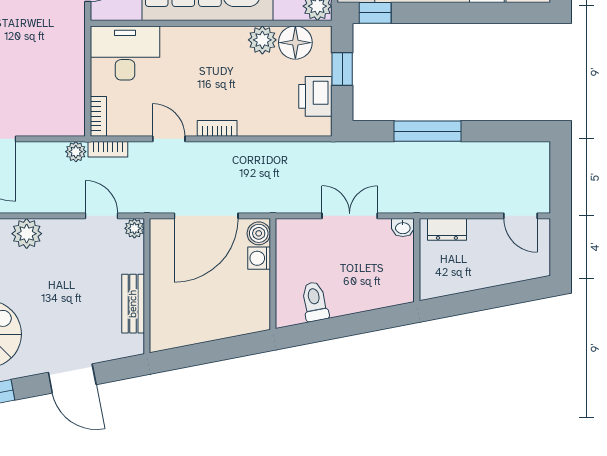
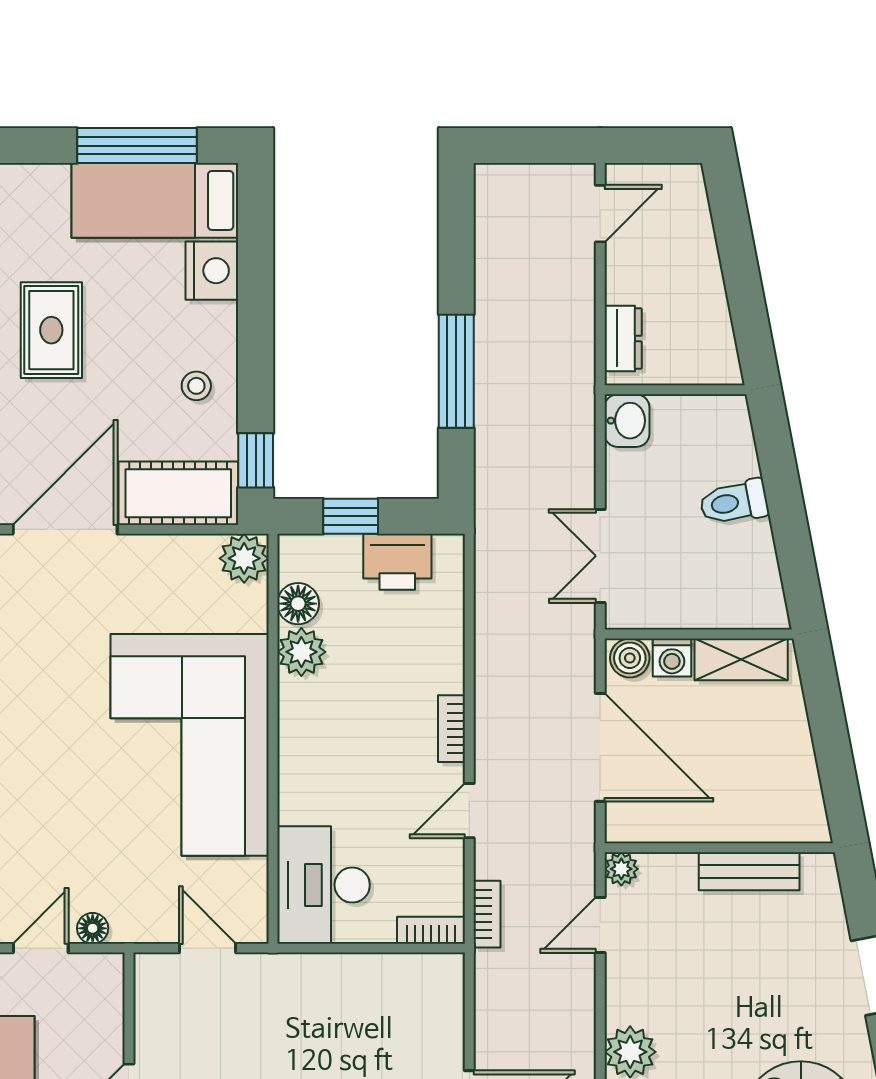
floor lamp: (295, 43) -> (298, 604), width x0.73, depth x0.73
plant: (76, 152) -> (491, 969), removed
double door: (350, 216) -> (600, 556), moved
washbasin: (403, 228) -> (627, 421), width x1.38, depth x1.45
shelving: (258, 299) -> (741, 659), added
toilet: (315, 302) -> (734, 502), moved

